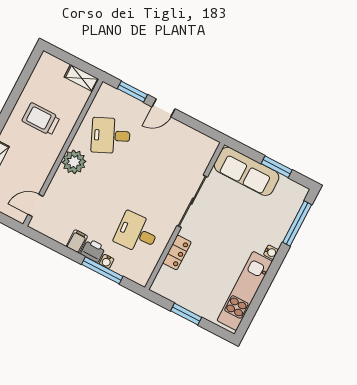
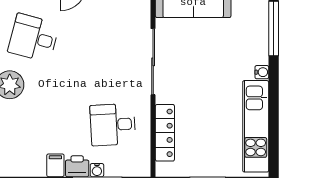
desk: (111, 136) -> (34, 38), turned 39
locker: (177, 252) -> (165, 133), width x1.53

